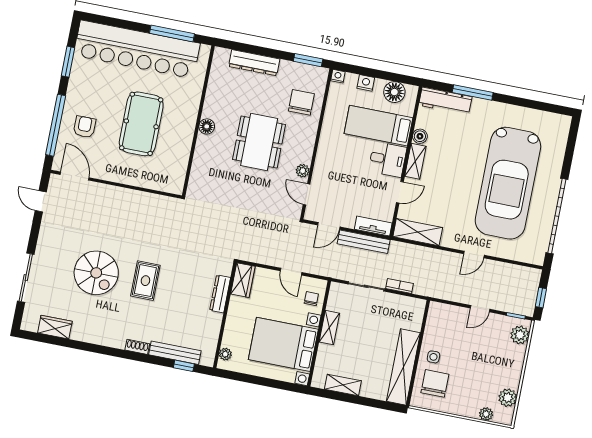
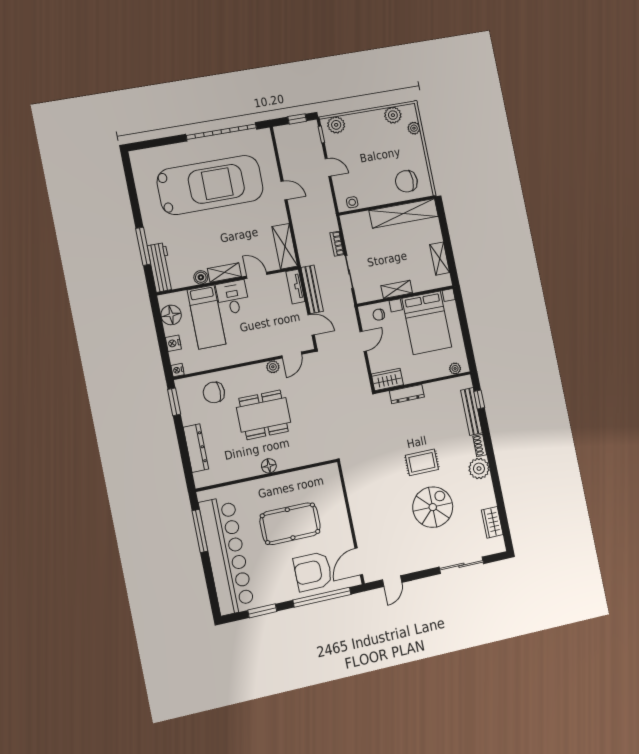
armchair: (85, 127) -> (313, 572), width x1.88, depth x1.88
plant: (115, 336) -> (479, 469), added
side table: (433, 357) -> (352, 202), moved

